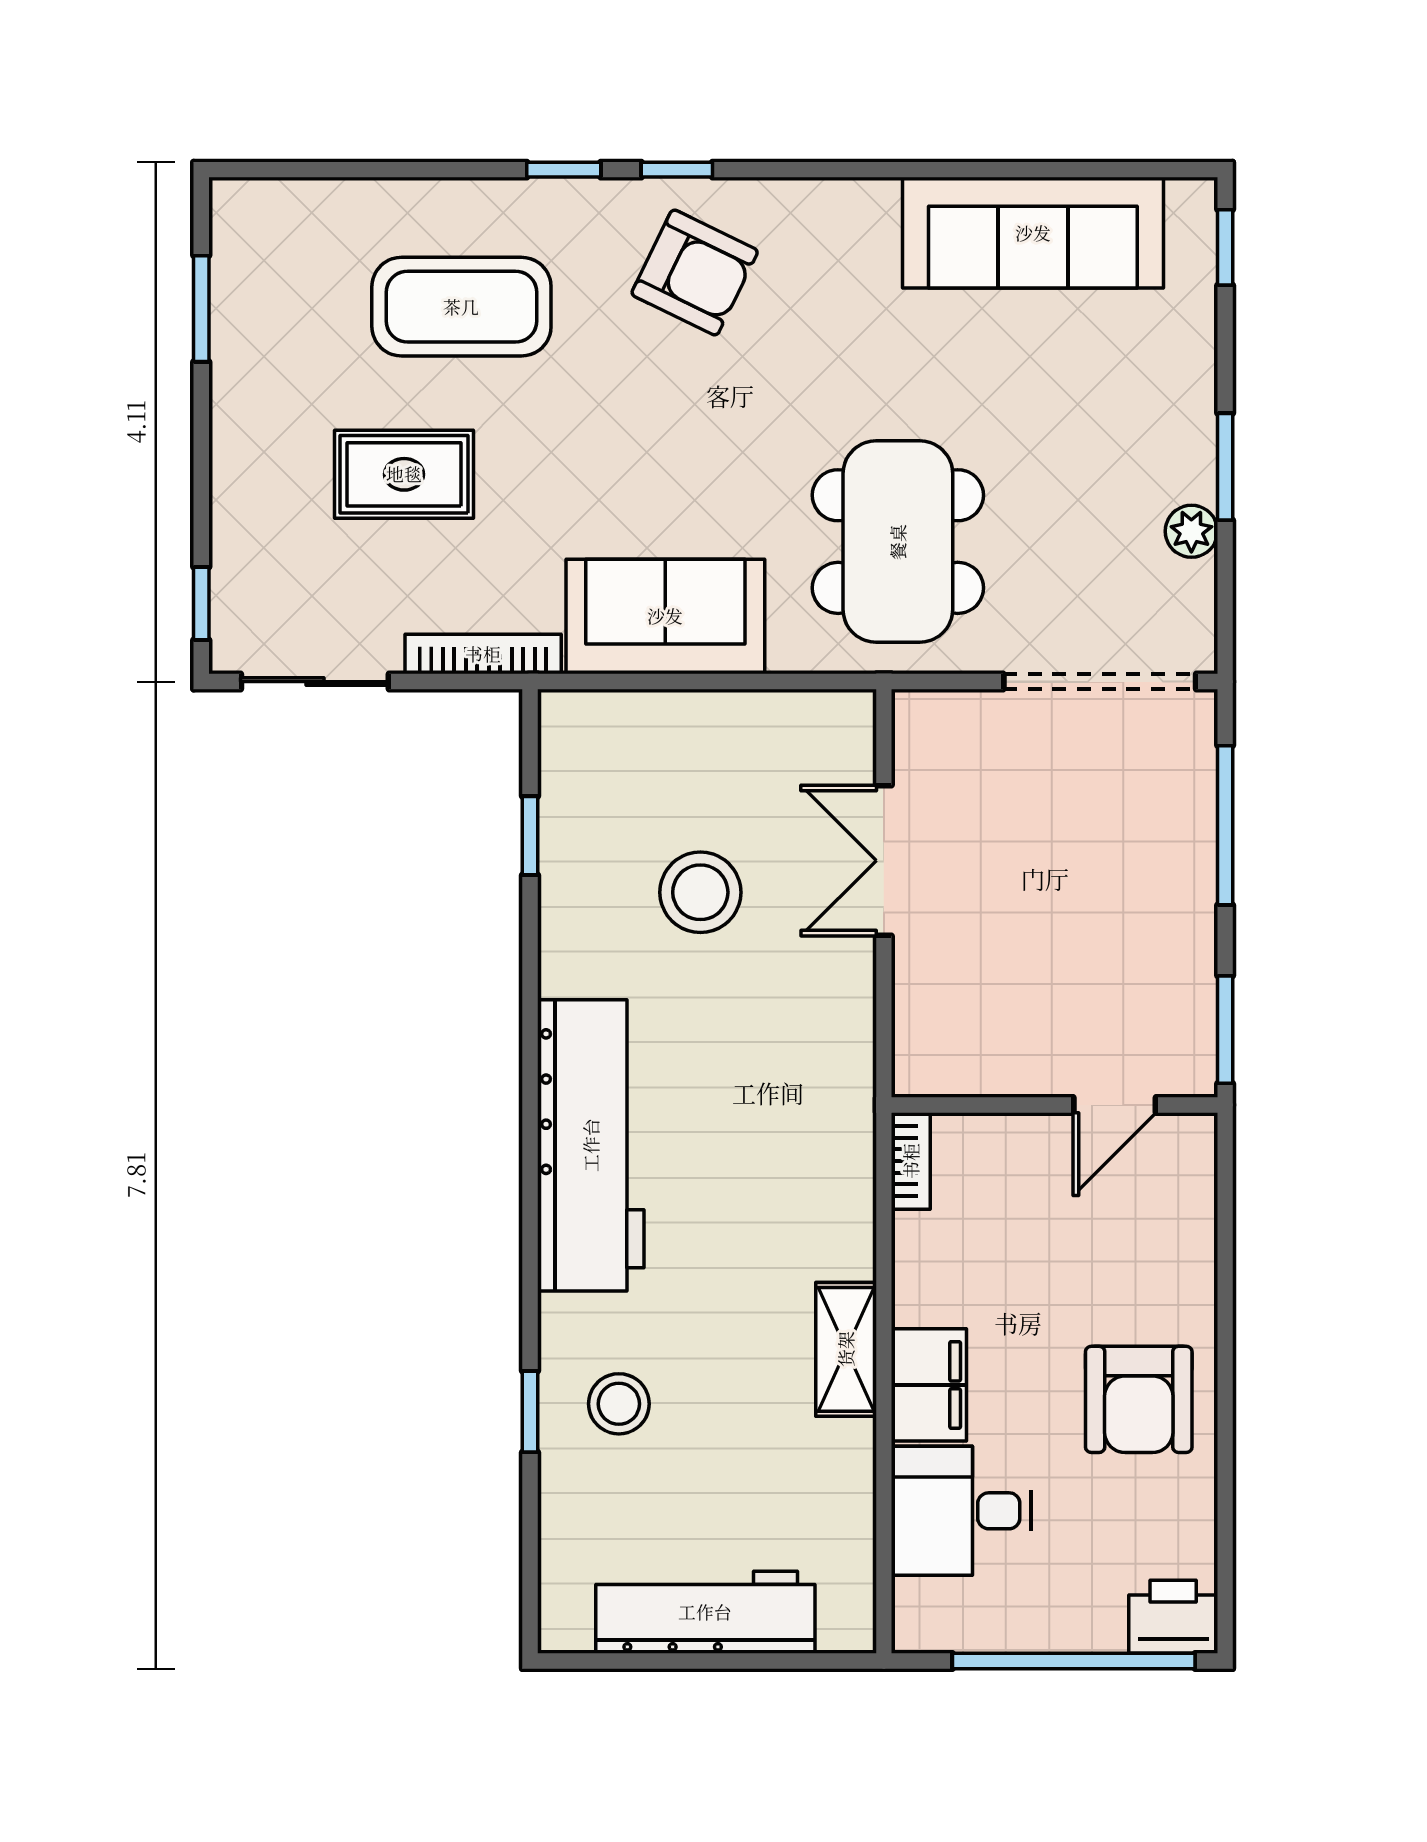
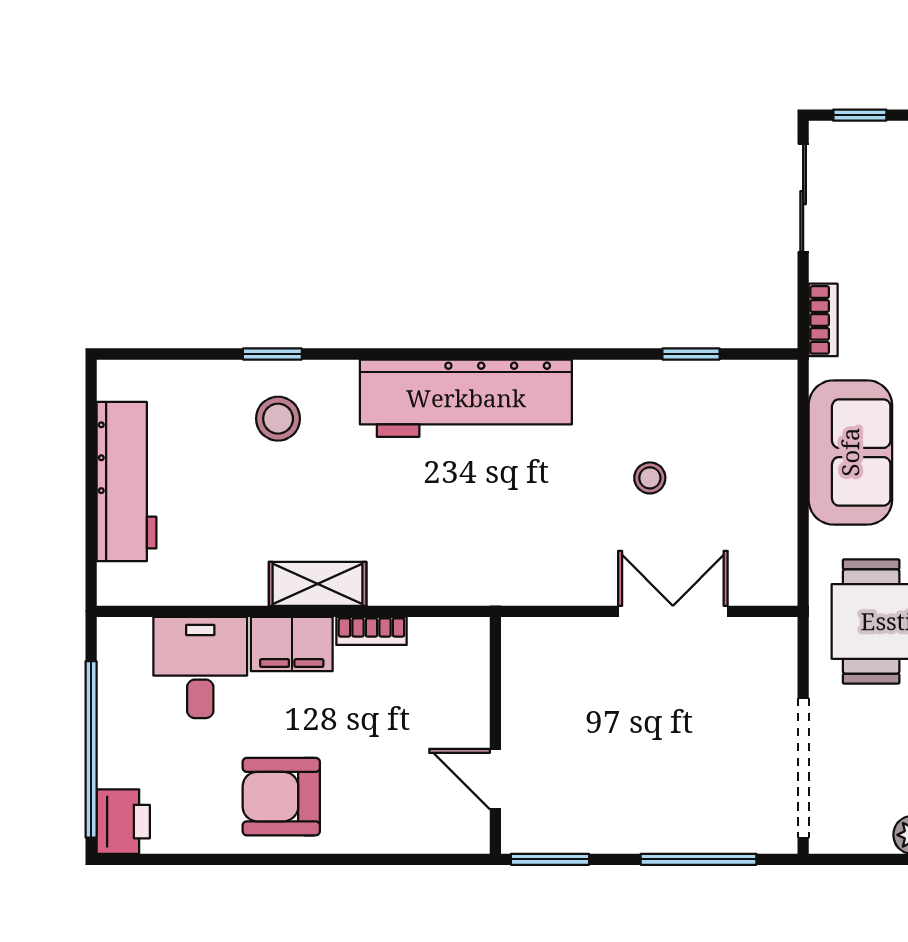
bookcase: (483, 654) -> (823, 320), width x0.64
stool: (700, 892) -> (650, 478), width x0.53, depth x0.53
bookcase: (911, 1161) -> (371, 631), moved

